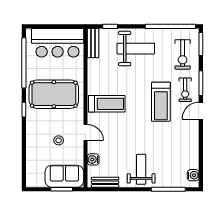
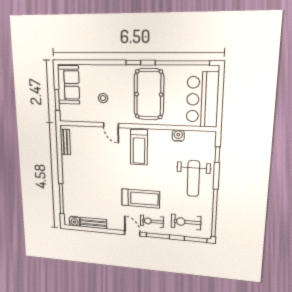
bench: (93, 43) -> (93, 223), moved
treadmill: (161, 102) -> (141, 198), turned 180
door: (85, 132) -> (111, 125), hinge flipped
water cooler: (93, 159) -> (178, 136), moved
weight bench: (141, 169) -> (78, 176), removed
sofa: (64, 176) -> (69, 85), moved

